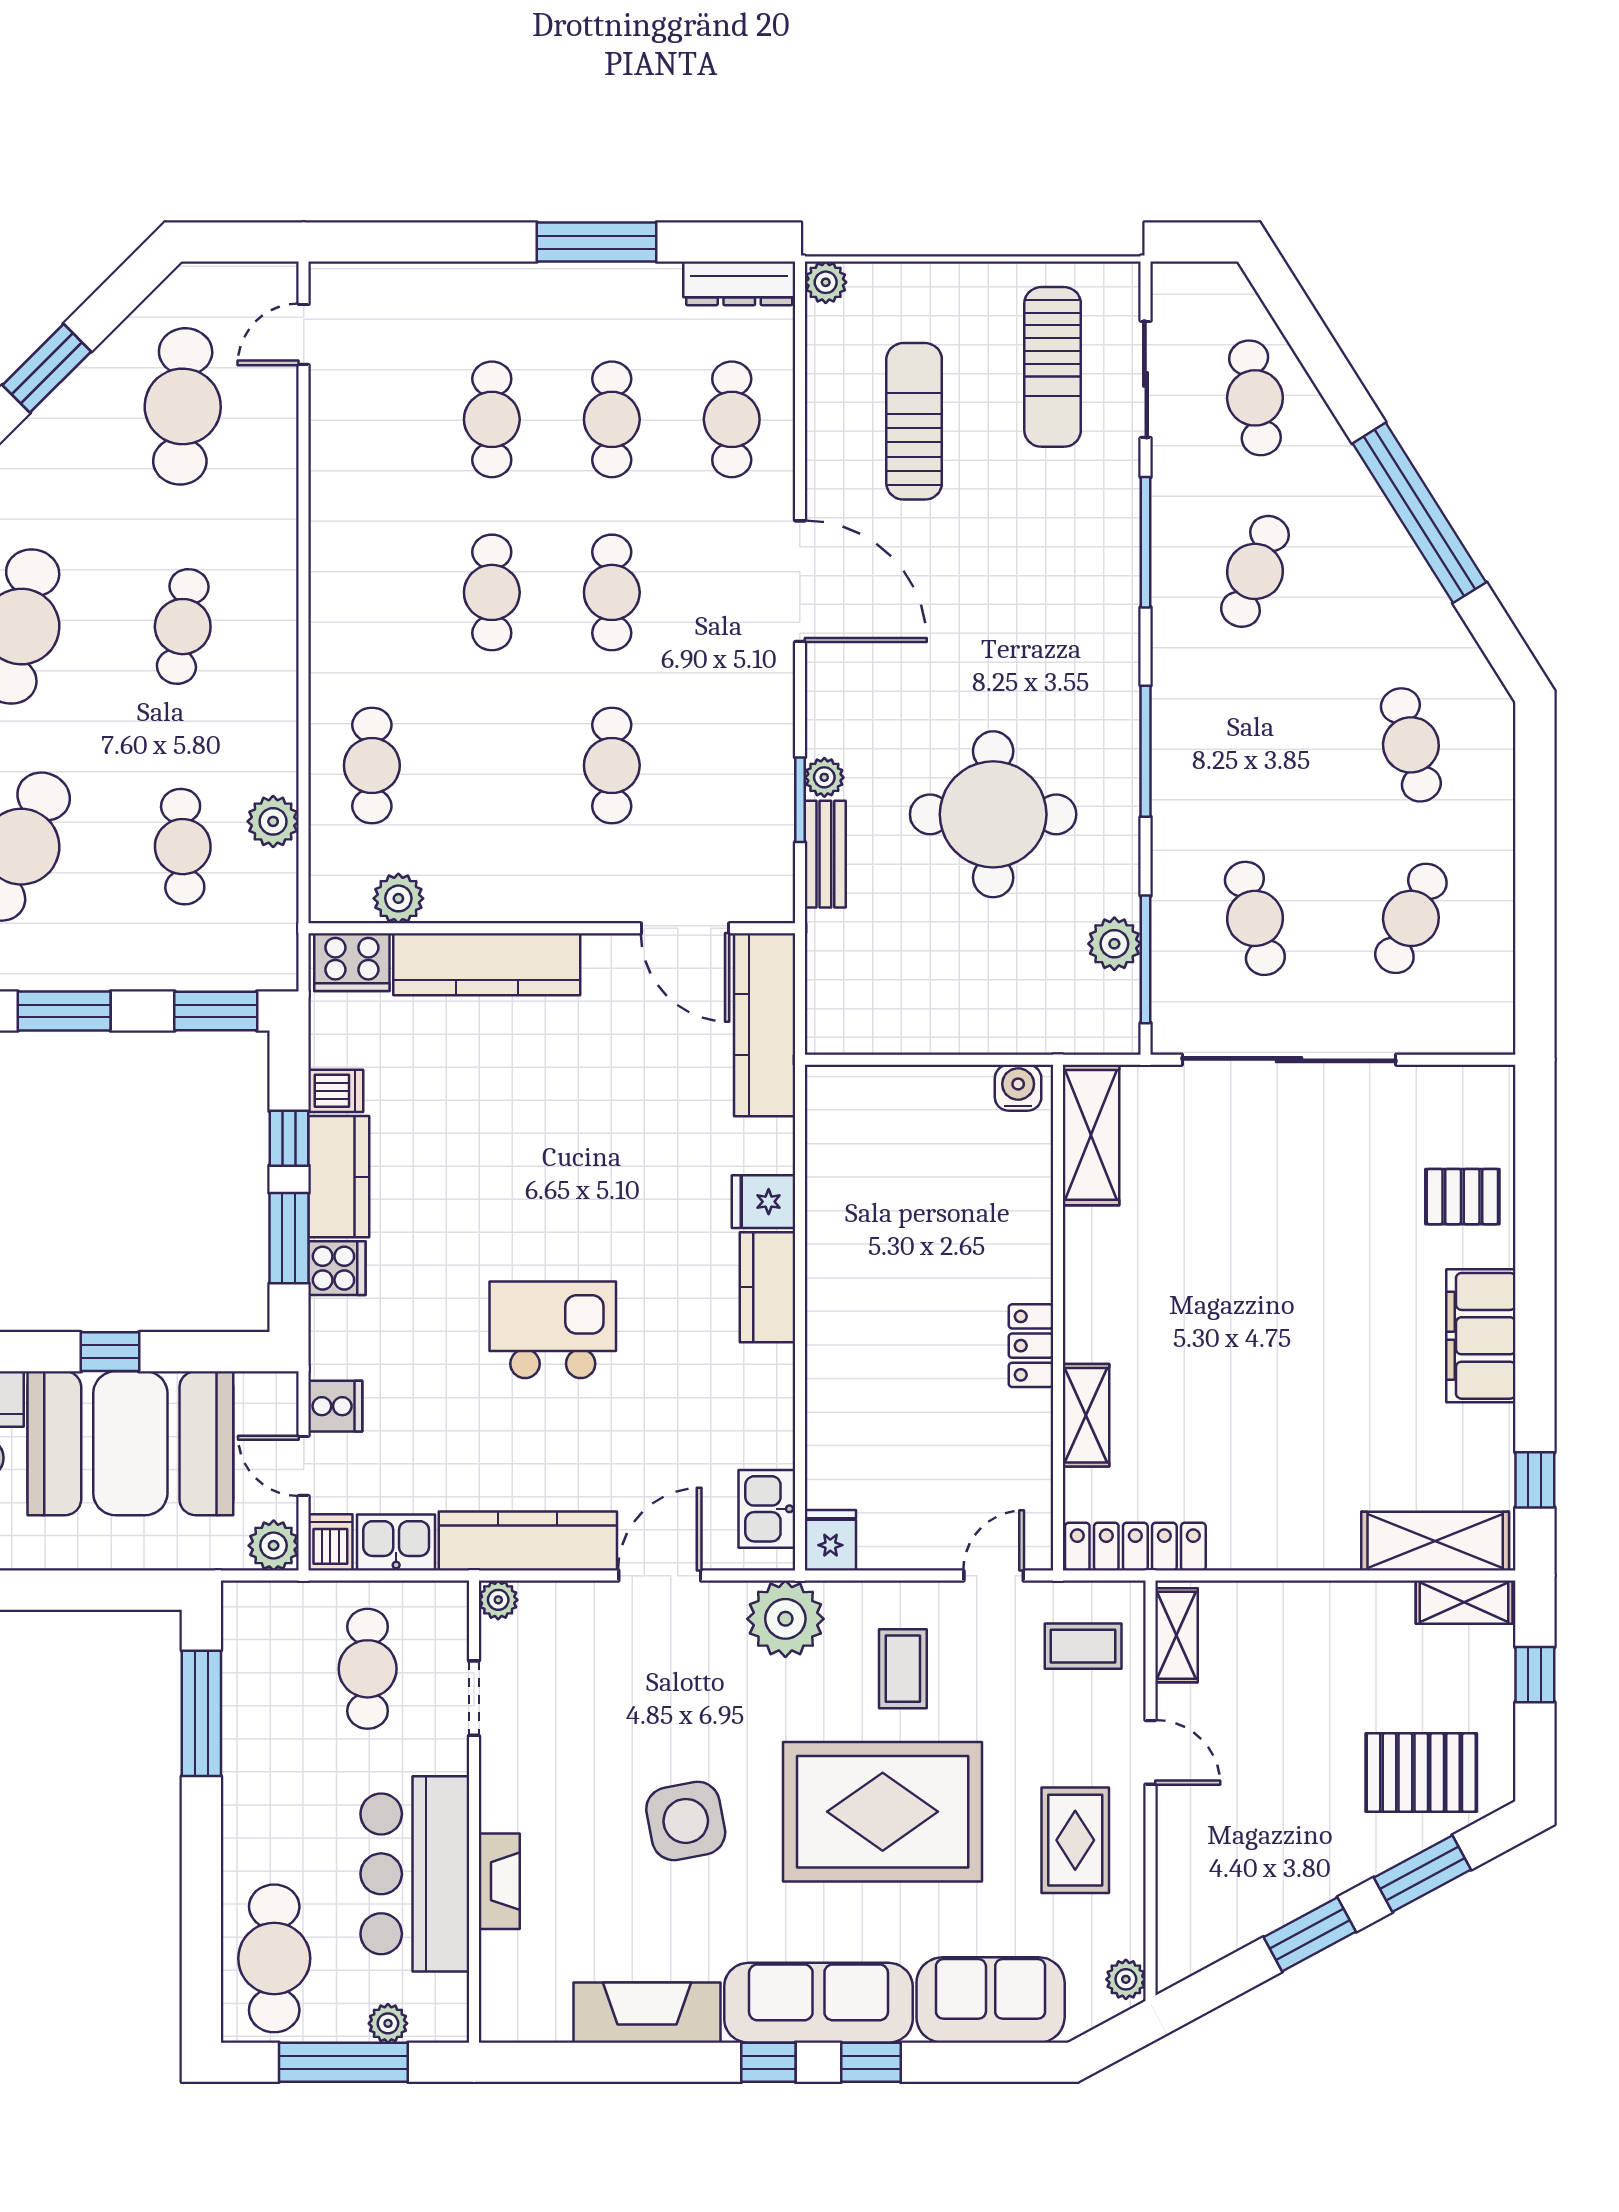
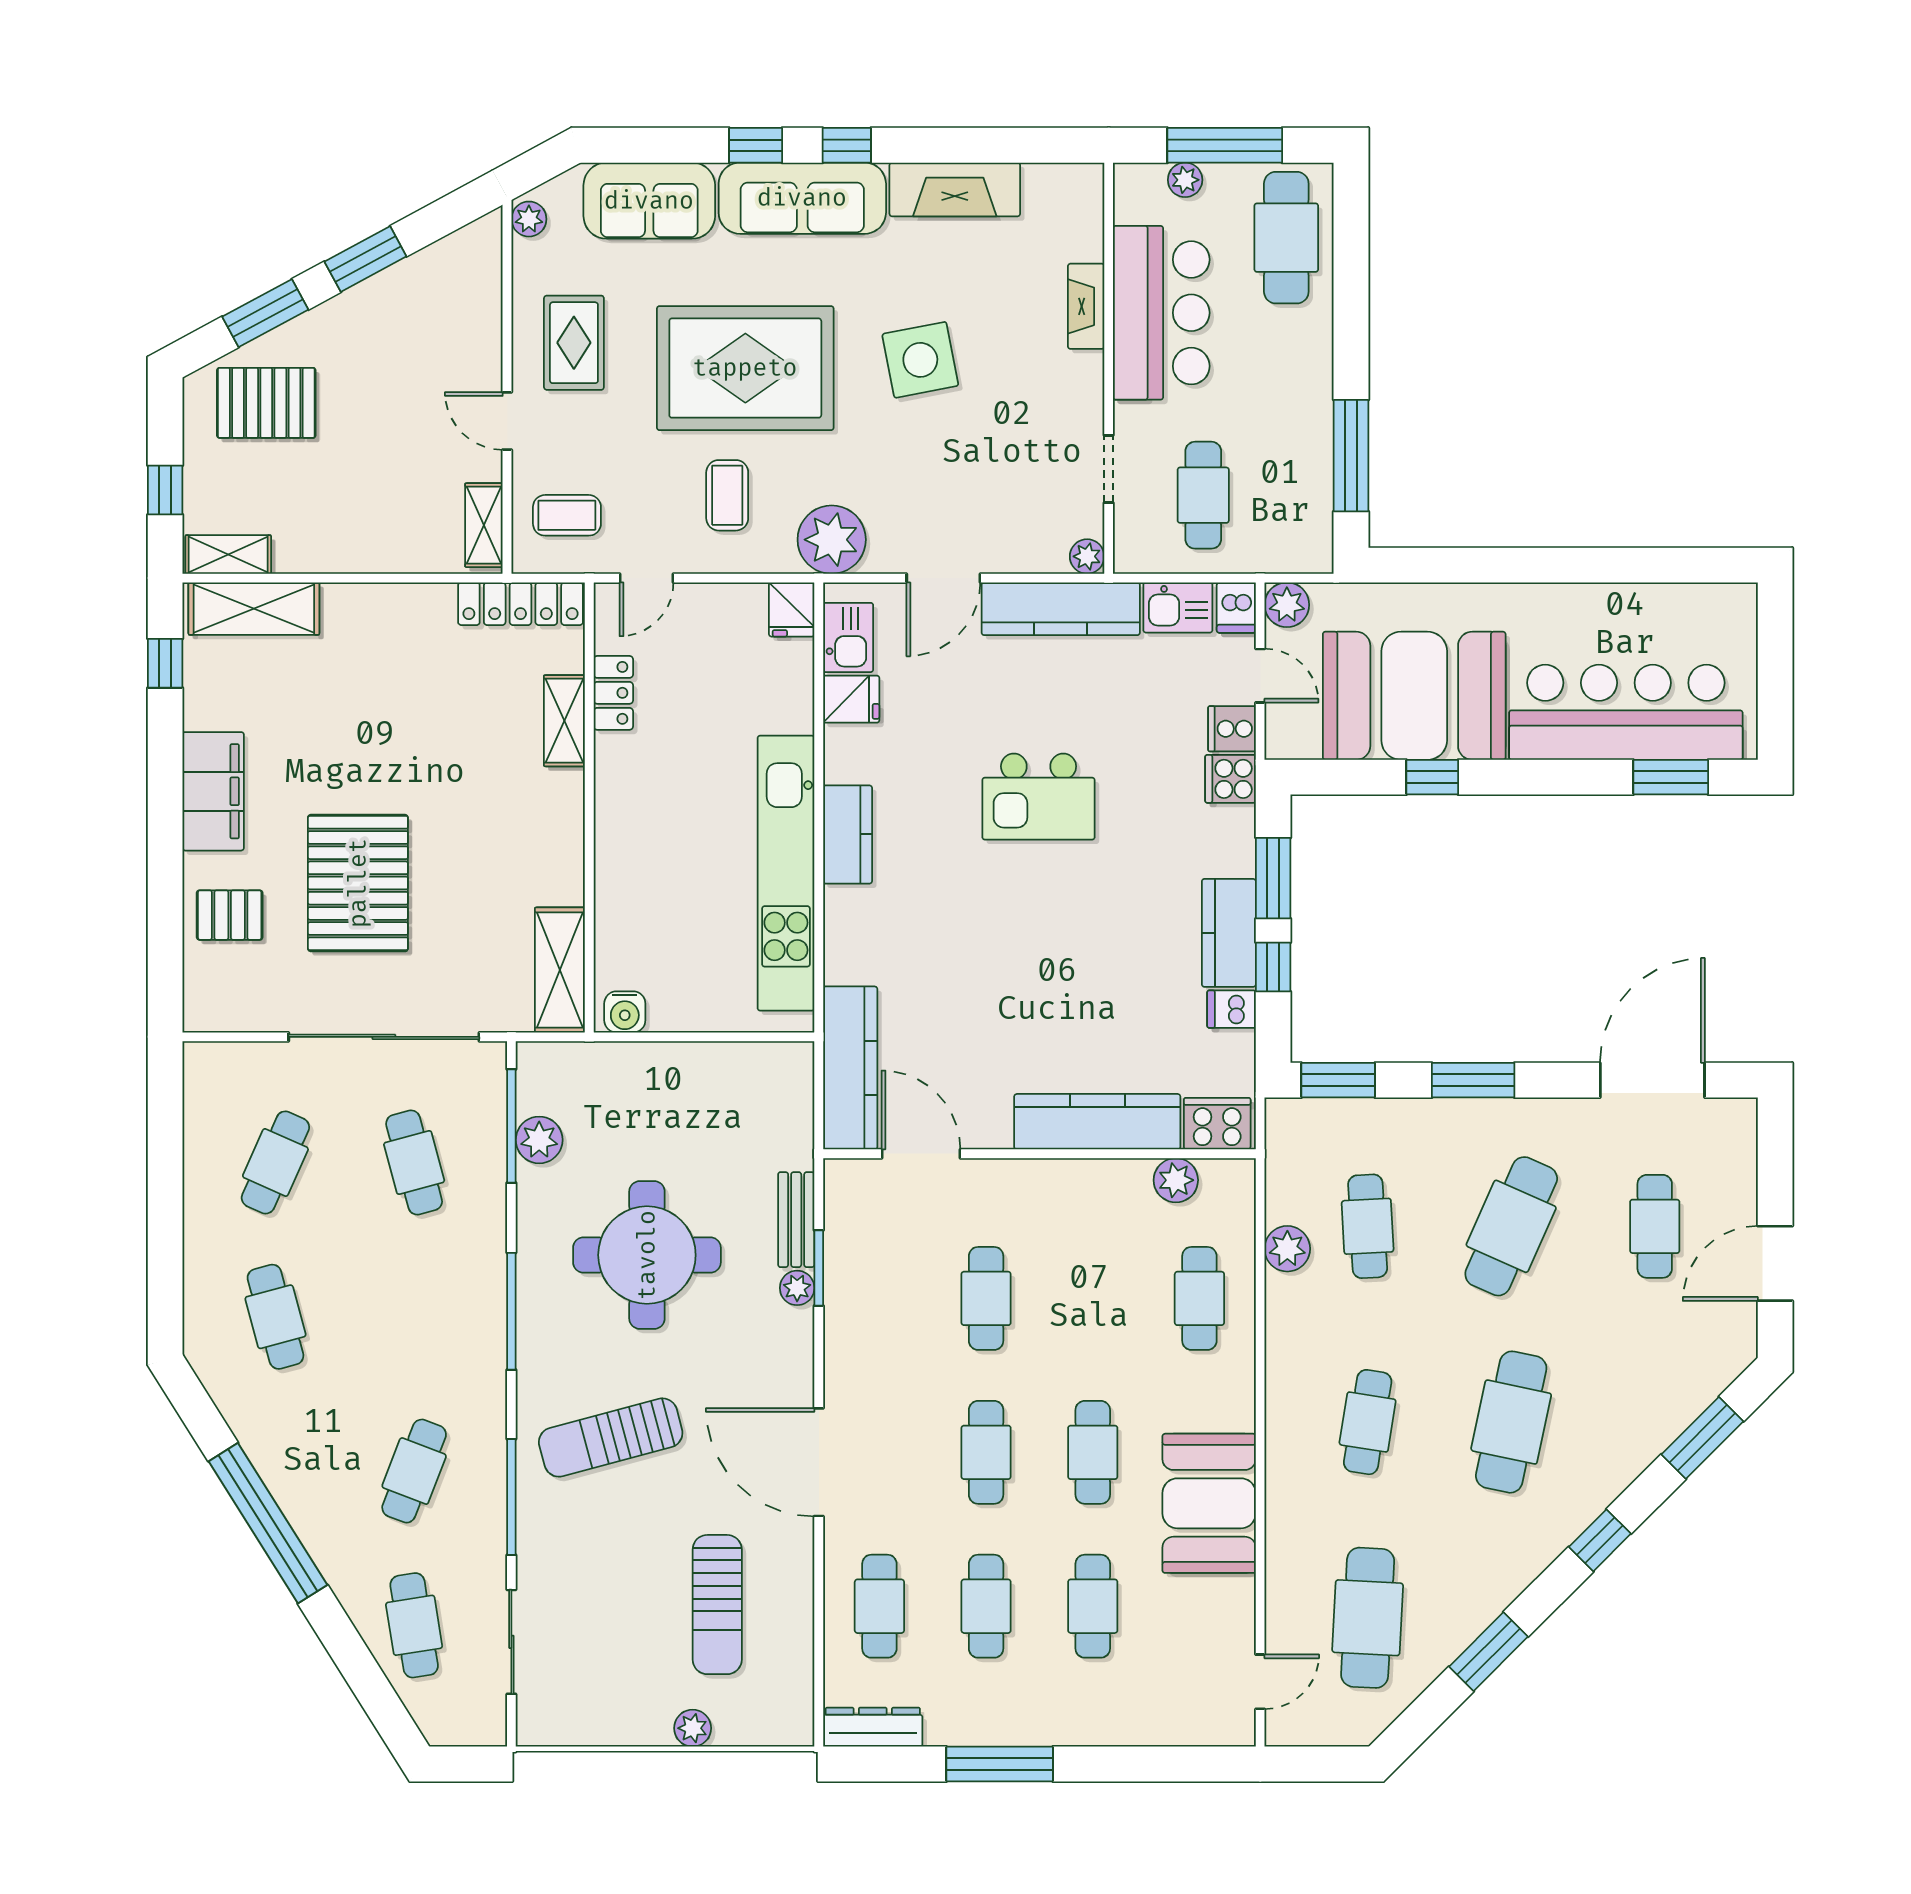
plant: (826, 282) -> (693, 1728), moved
sun lounger: (1053, 367) -> (611, 1438), moved, turned -105
booth: (361, 535) -> (1209, 1503), added
fridge: (763, 1202) -> (851, 699), moved
pallet: (1318, 1233) -> (358, 883), added
kitchen unit: (837, 1244) -> (786, 873), added
cooker: (337, 1268) -> (1231, 779), moved
locker: (1031, 1346) -> (613, 693), moved

